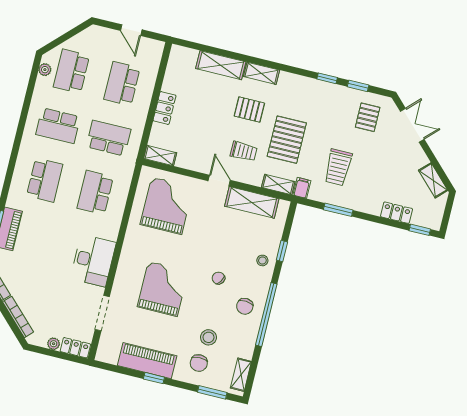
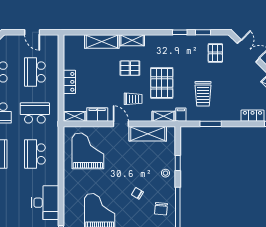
filing cabinet: (191, 160) -> (97, 115), added

